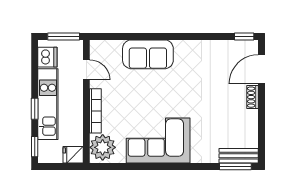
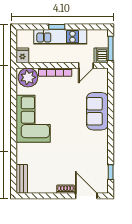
window: (244, 36) -> (111, 172), moved
dishwasher: (47, 57) -> (101, 55), moved, turned 90
window: (35, 147) -> (29, 27), removed
window: (235, 166) -> (14, 176), removed

